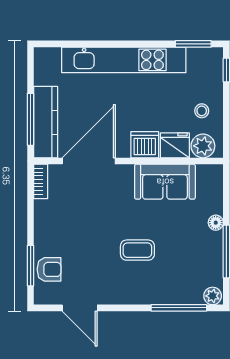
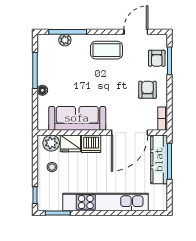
sofa: (165, 182) -> (77, 118), width x1.36
armchair: (63, 223) -> (147, 90), added
coffee table: (137, 250) -> (107, 50), moved, width x1.36, depth x1.30
armchair: (49, 269) -> (157, 58), turned -90
plant: (213, 296) -> (65, 40), moved
door: (80, 308) -> (136, 32), hinge flipped

